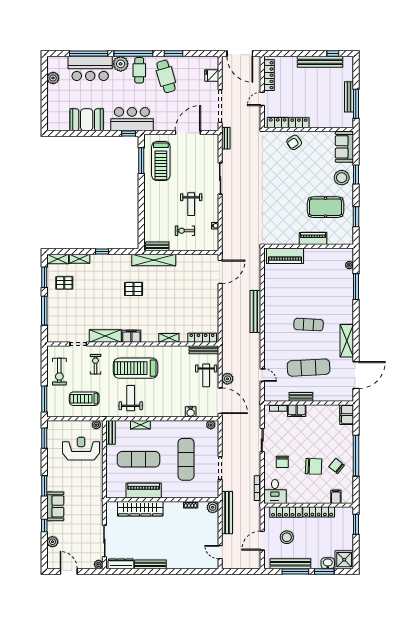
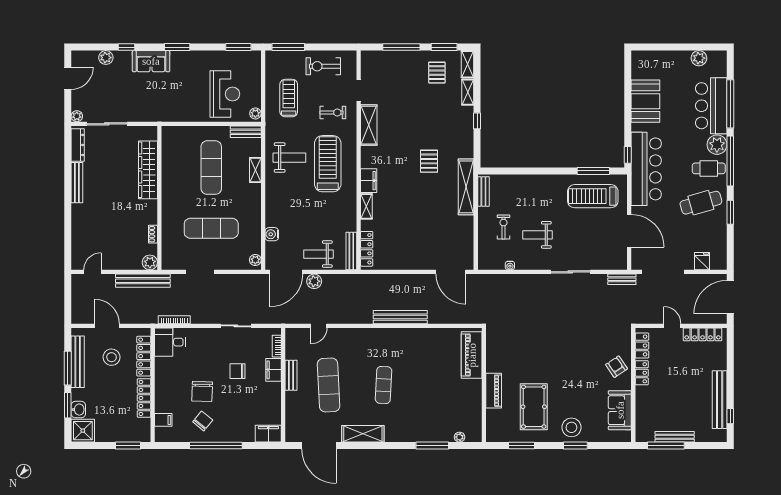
bar counter: (132, 119) -> (646, 169), width x1.36
sofa: (344, 147) -> (620, 410), moved, turned -90
filing cabinet: (131, 336) -> (369, 181), moved
chair: (282, 462) -> (237, 371), moved
piano: (144, 491) -> (171, 174), removed

